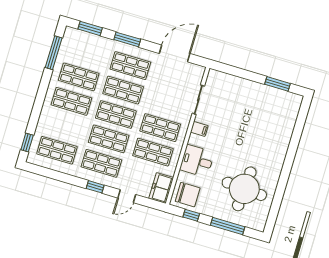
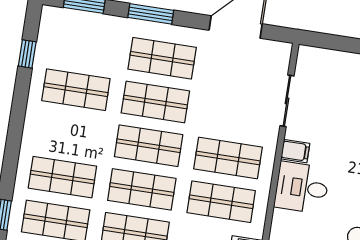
window: (54, 53) -> (27, 54), width x0.46
shop shelf: (71, 101) -> (62, 177), moved
desk: (197, 161) -> (302, 188), moved

